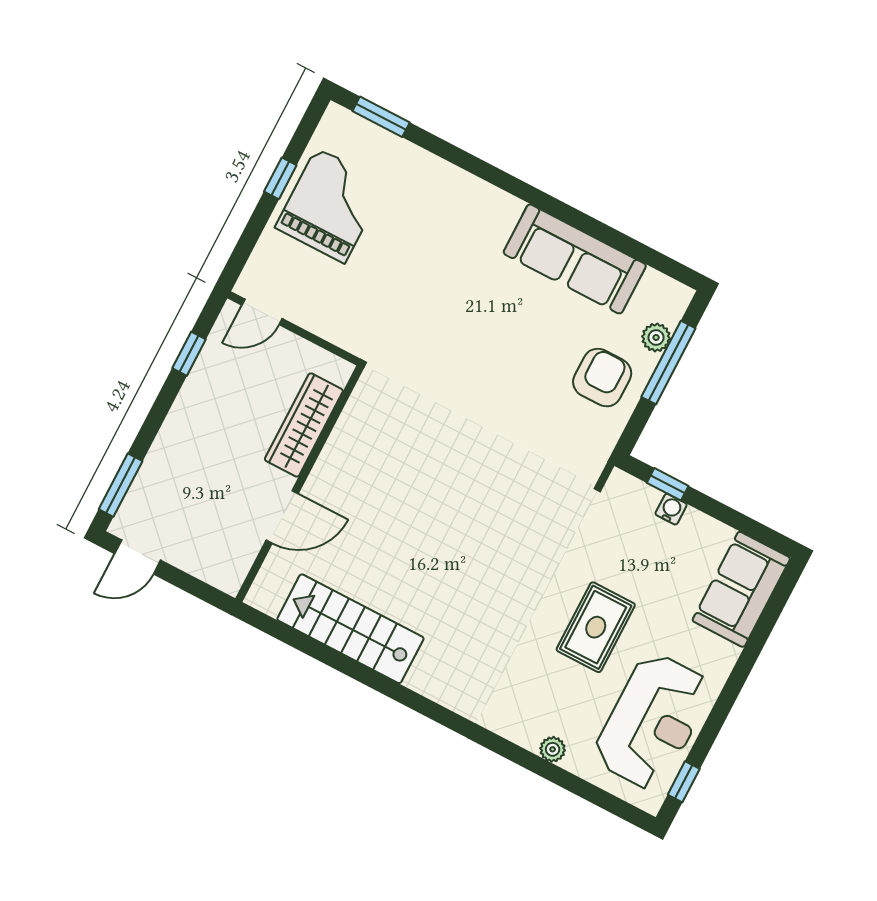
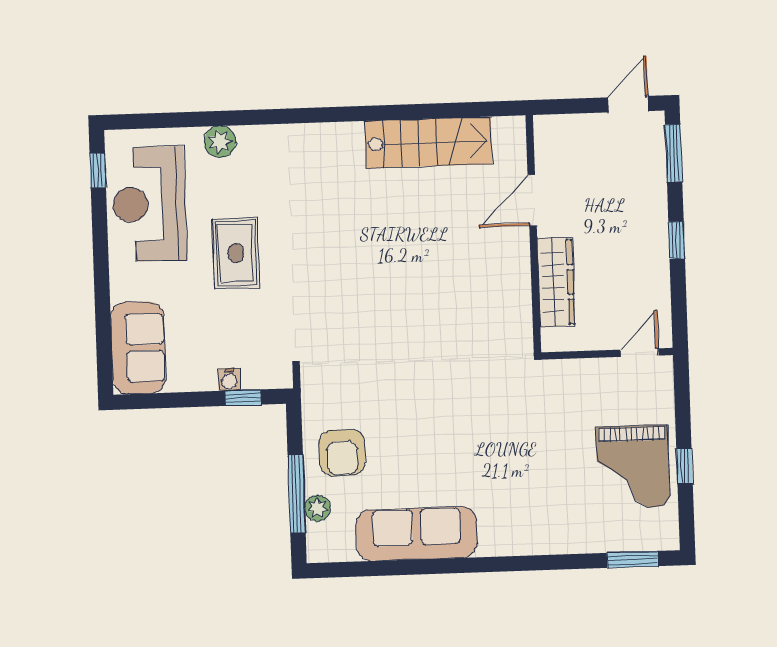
window: (189, 354) -> (677, 240), moved
plant: (553, 749) -> (220, 142), width x1.38, depth x1.38

